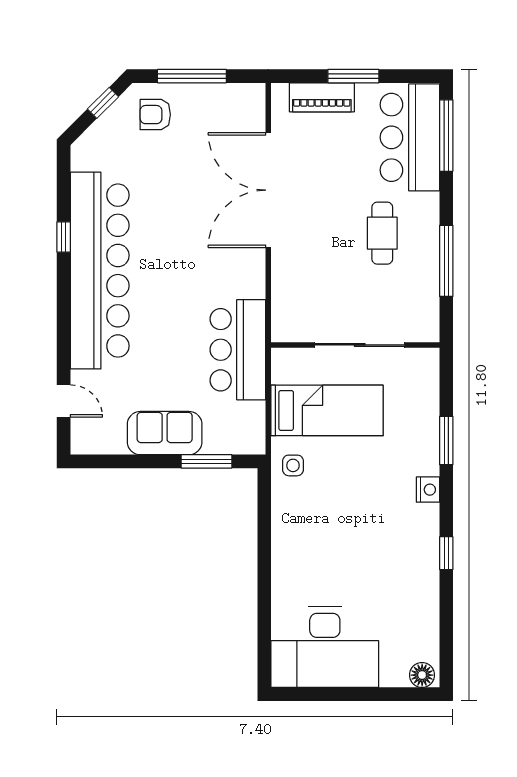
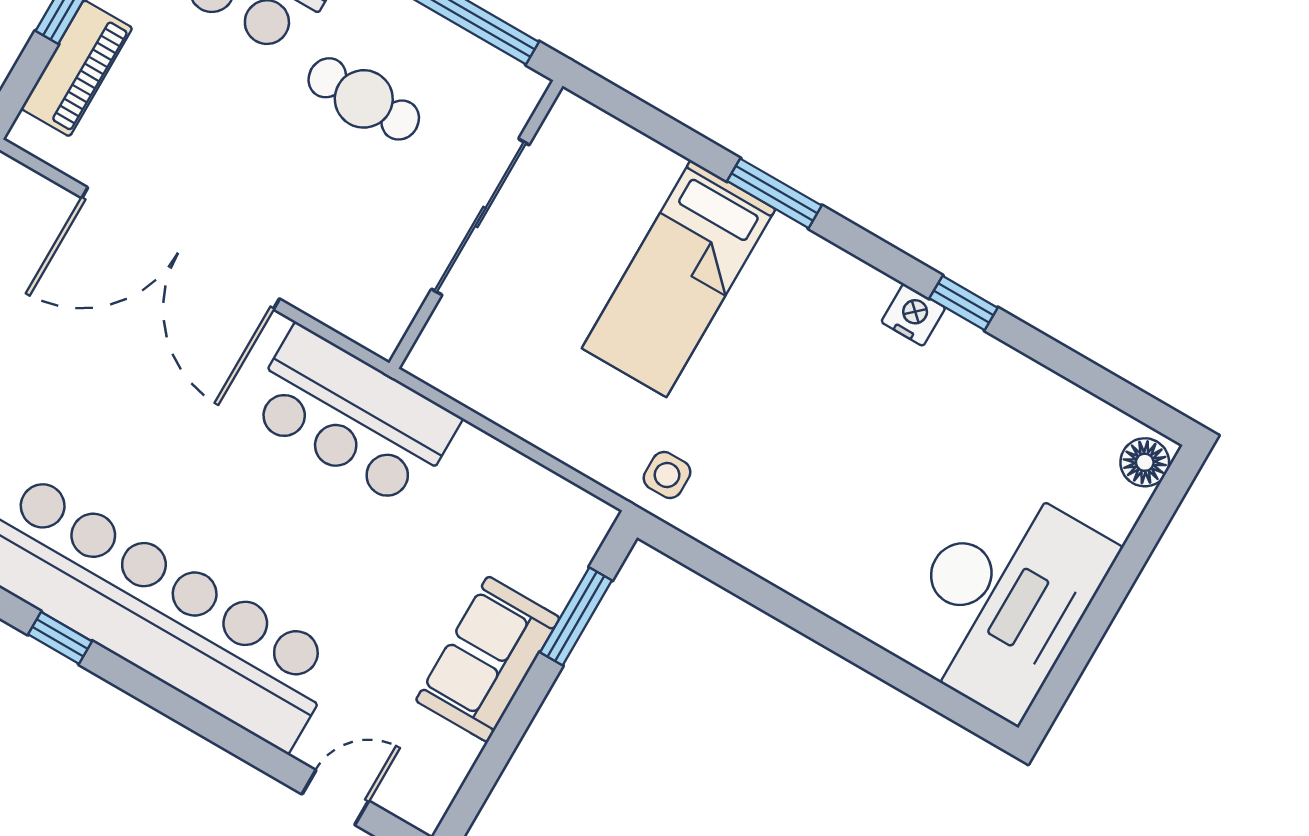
wall: (355, 345) -> (476, 224), moved
sliding door: (360, 345) -> (480, 217), moved
bar counter: (238, 350) -> (352, 416), moved
bed: (327, 410) -> (679, 279), moved, turned 180
nightstand: (428, 490) -> (913, 315), moved

